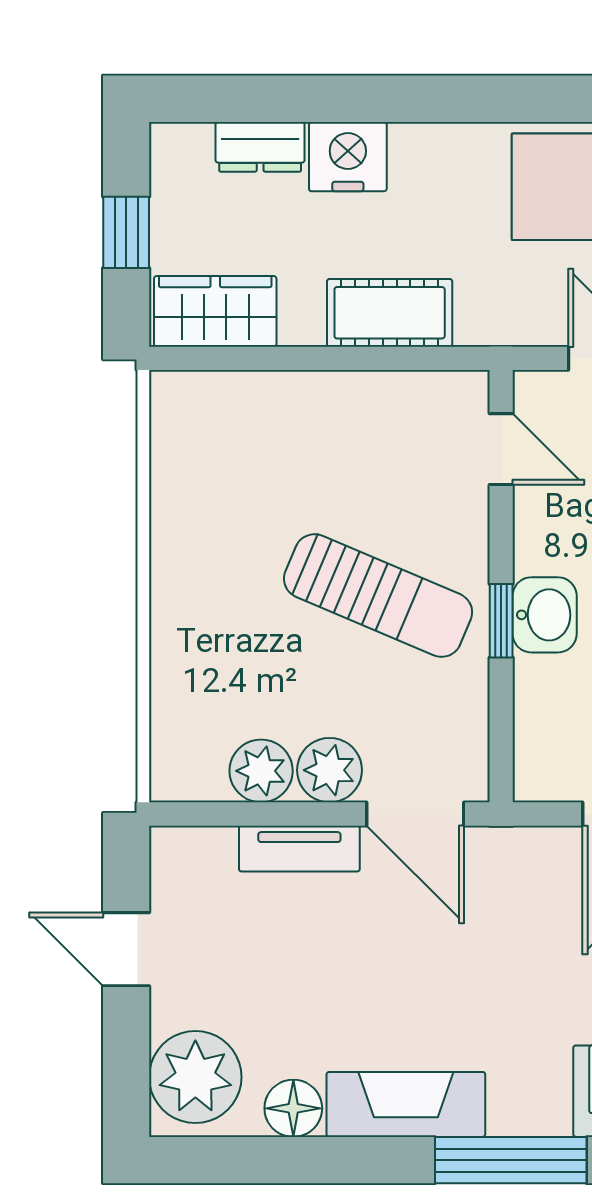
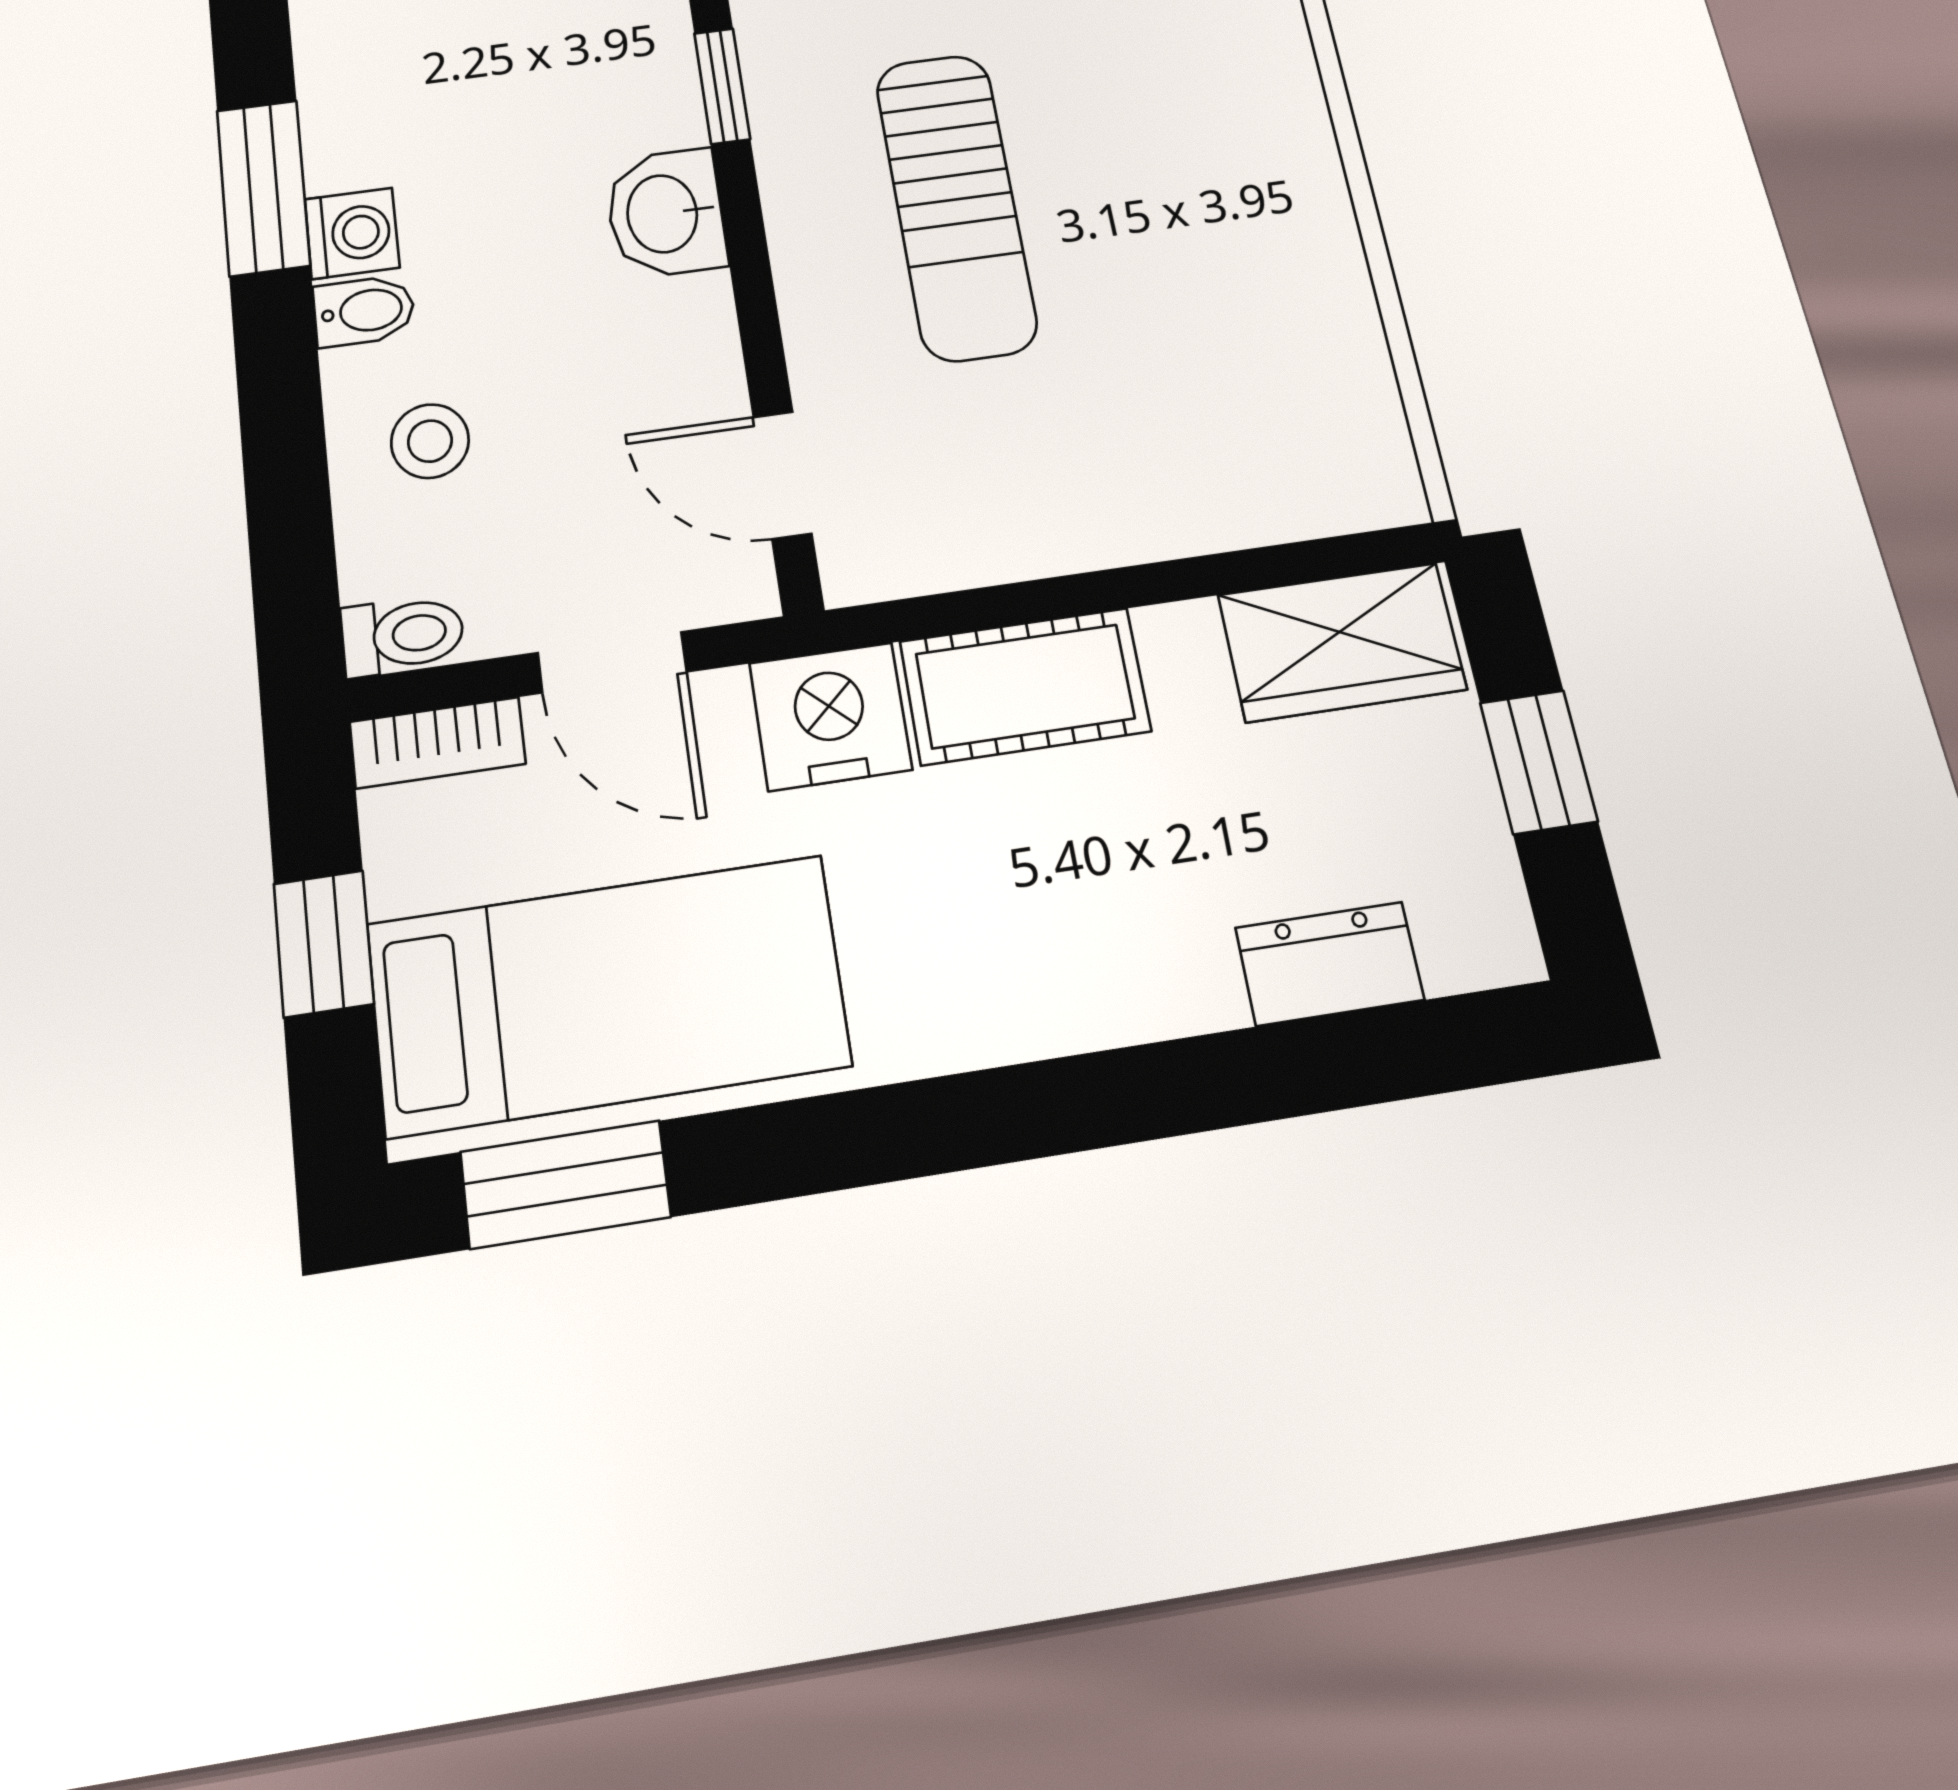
nightstand: (348, 157) -> (830, 716), moved, turned 180
sun lounger: (378, 596) -> (956, 206), turned -113
window: (501, 621) -> (722, 86), moved

